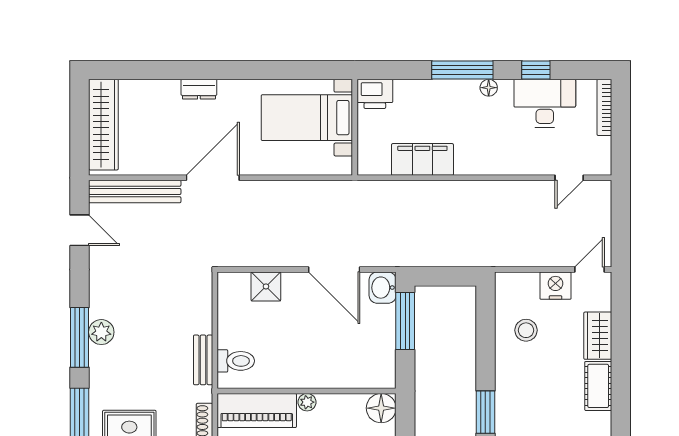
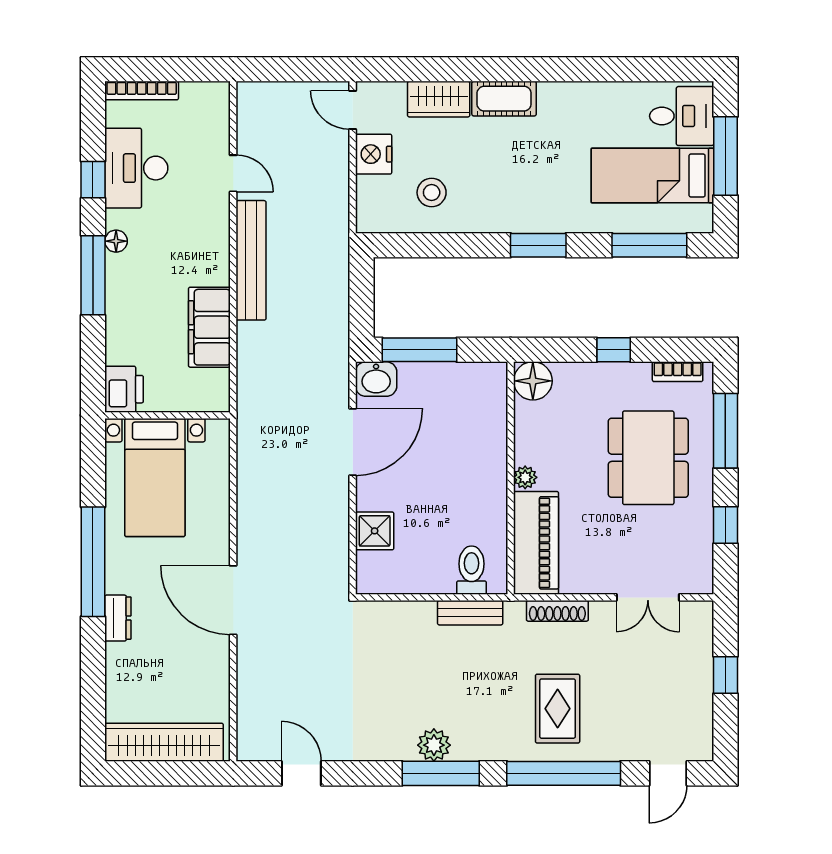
window: (242, 70) -> (93, 562), added
door: (569, 178) -> (233, 173), moved
bench: (135, 191) -> (251, 260), moved
door: (80, 230) -> (301, 773), hinge flipped

